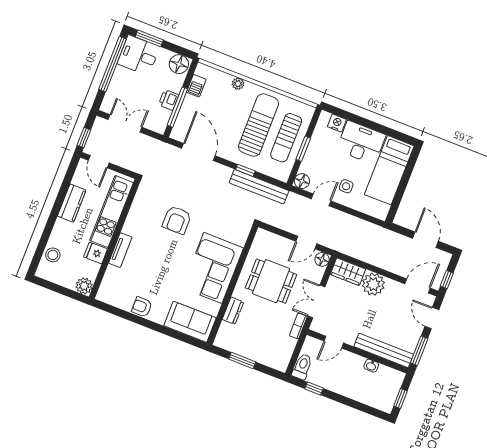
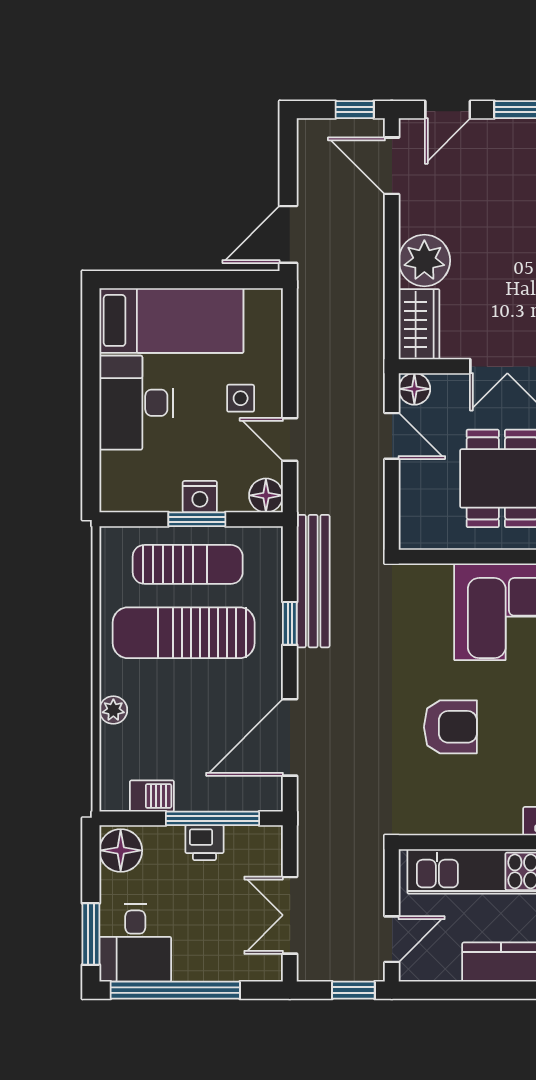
nightstand: (337, 123) -> (200, 497), moved, turned -90
door: (425, 240) -> (288, 234), moved

